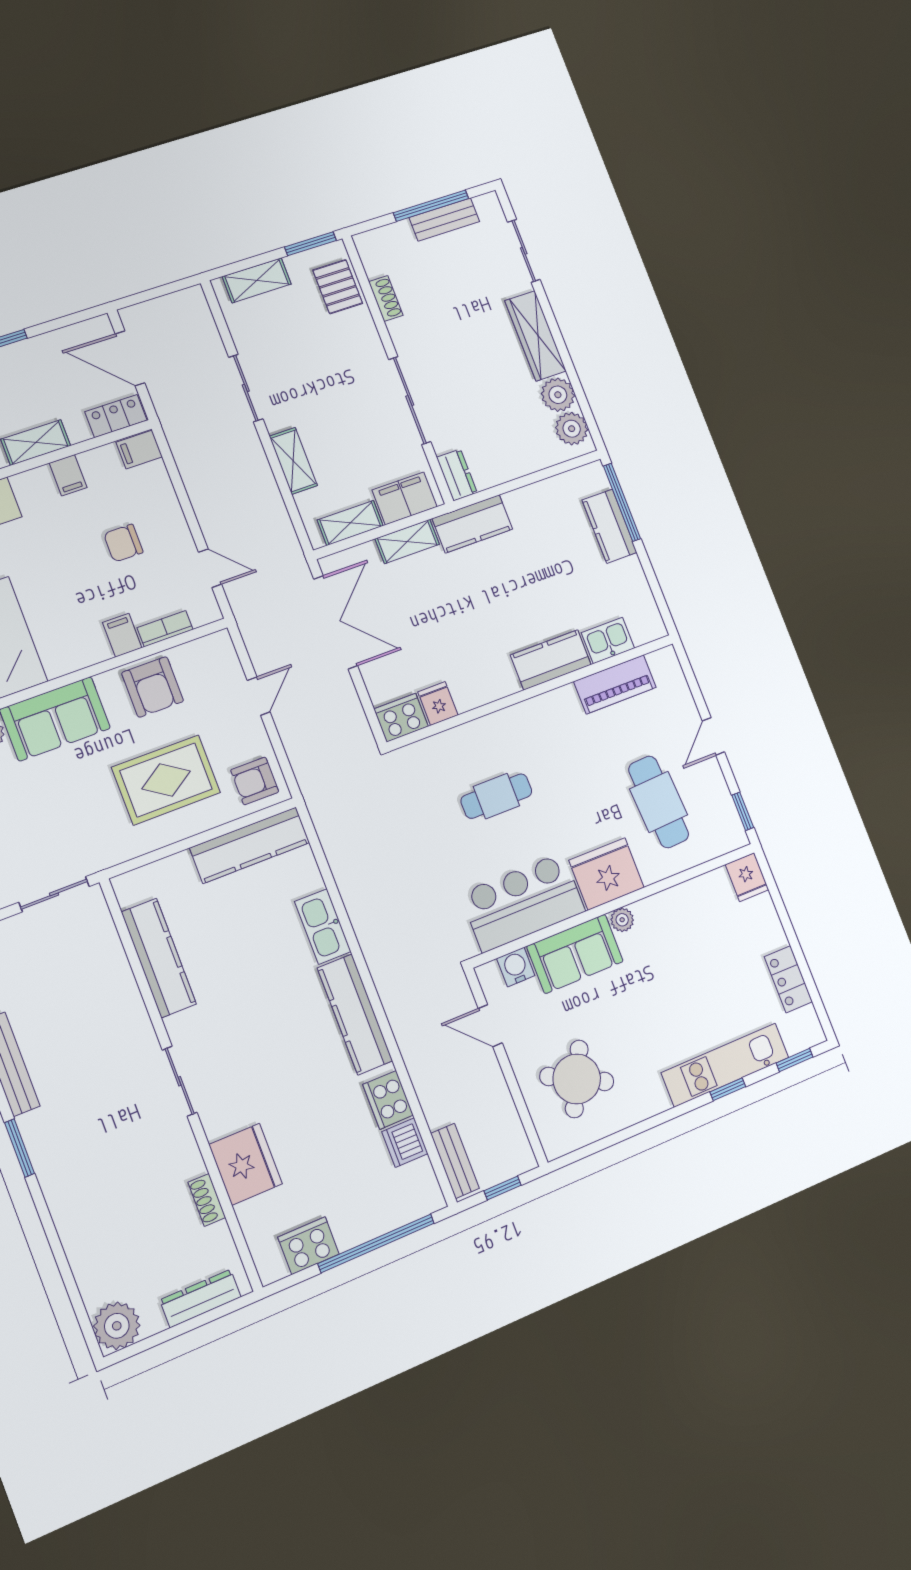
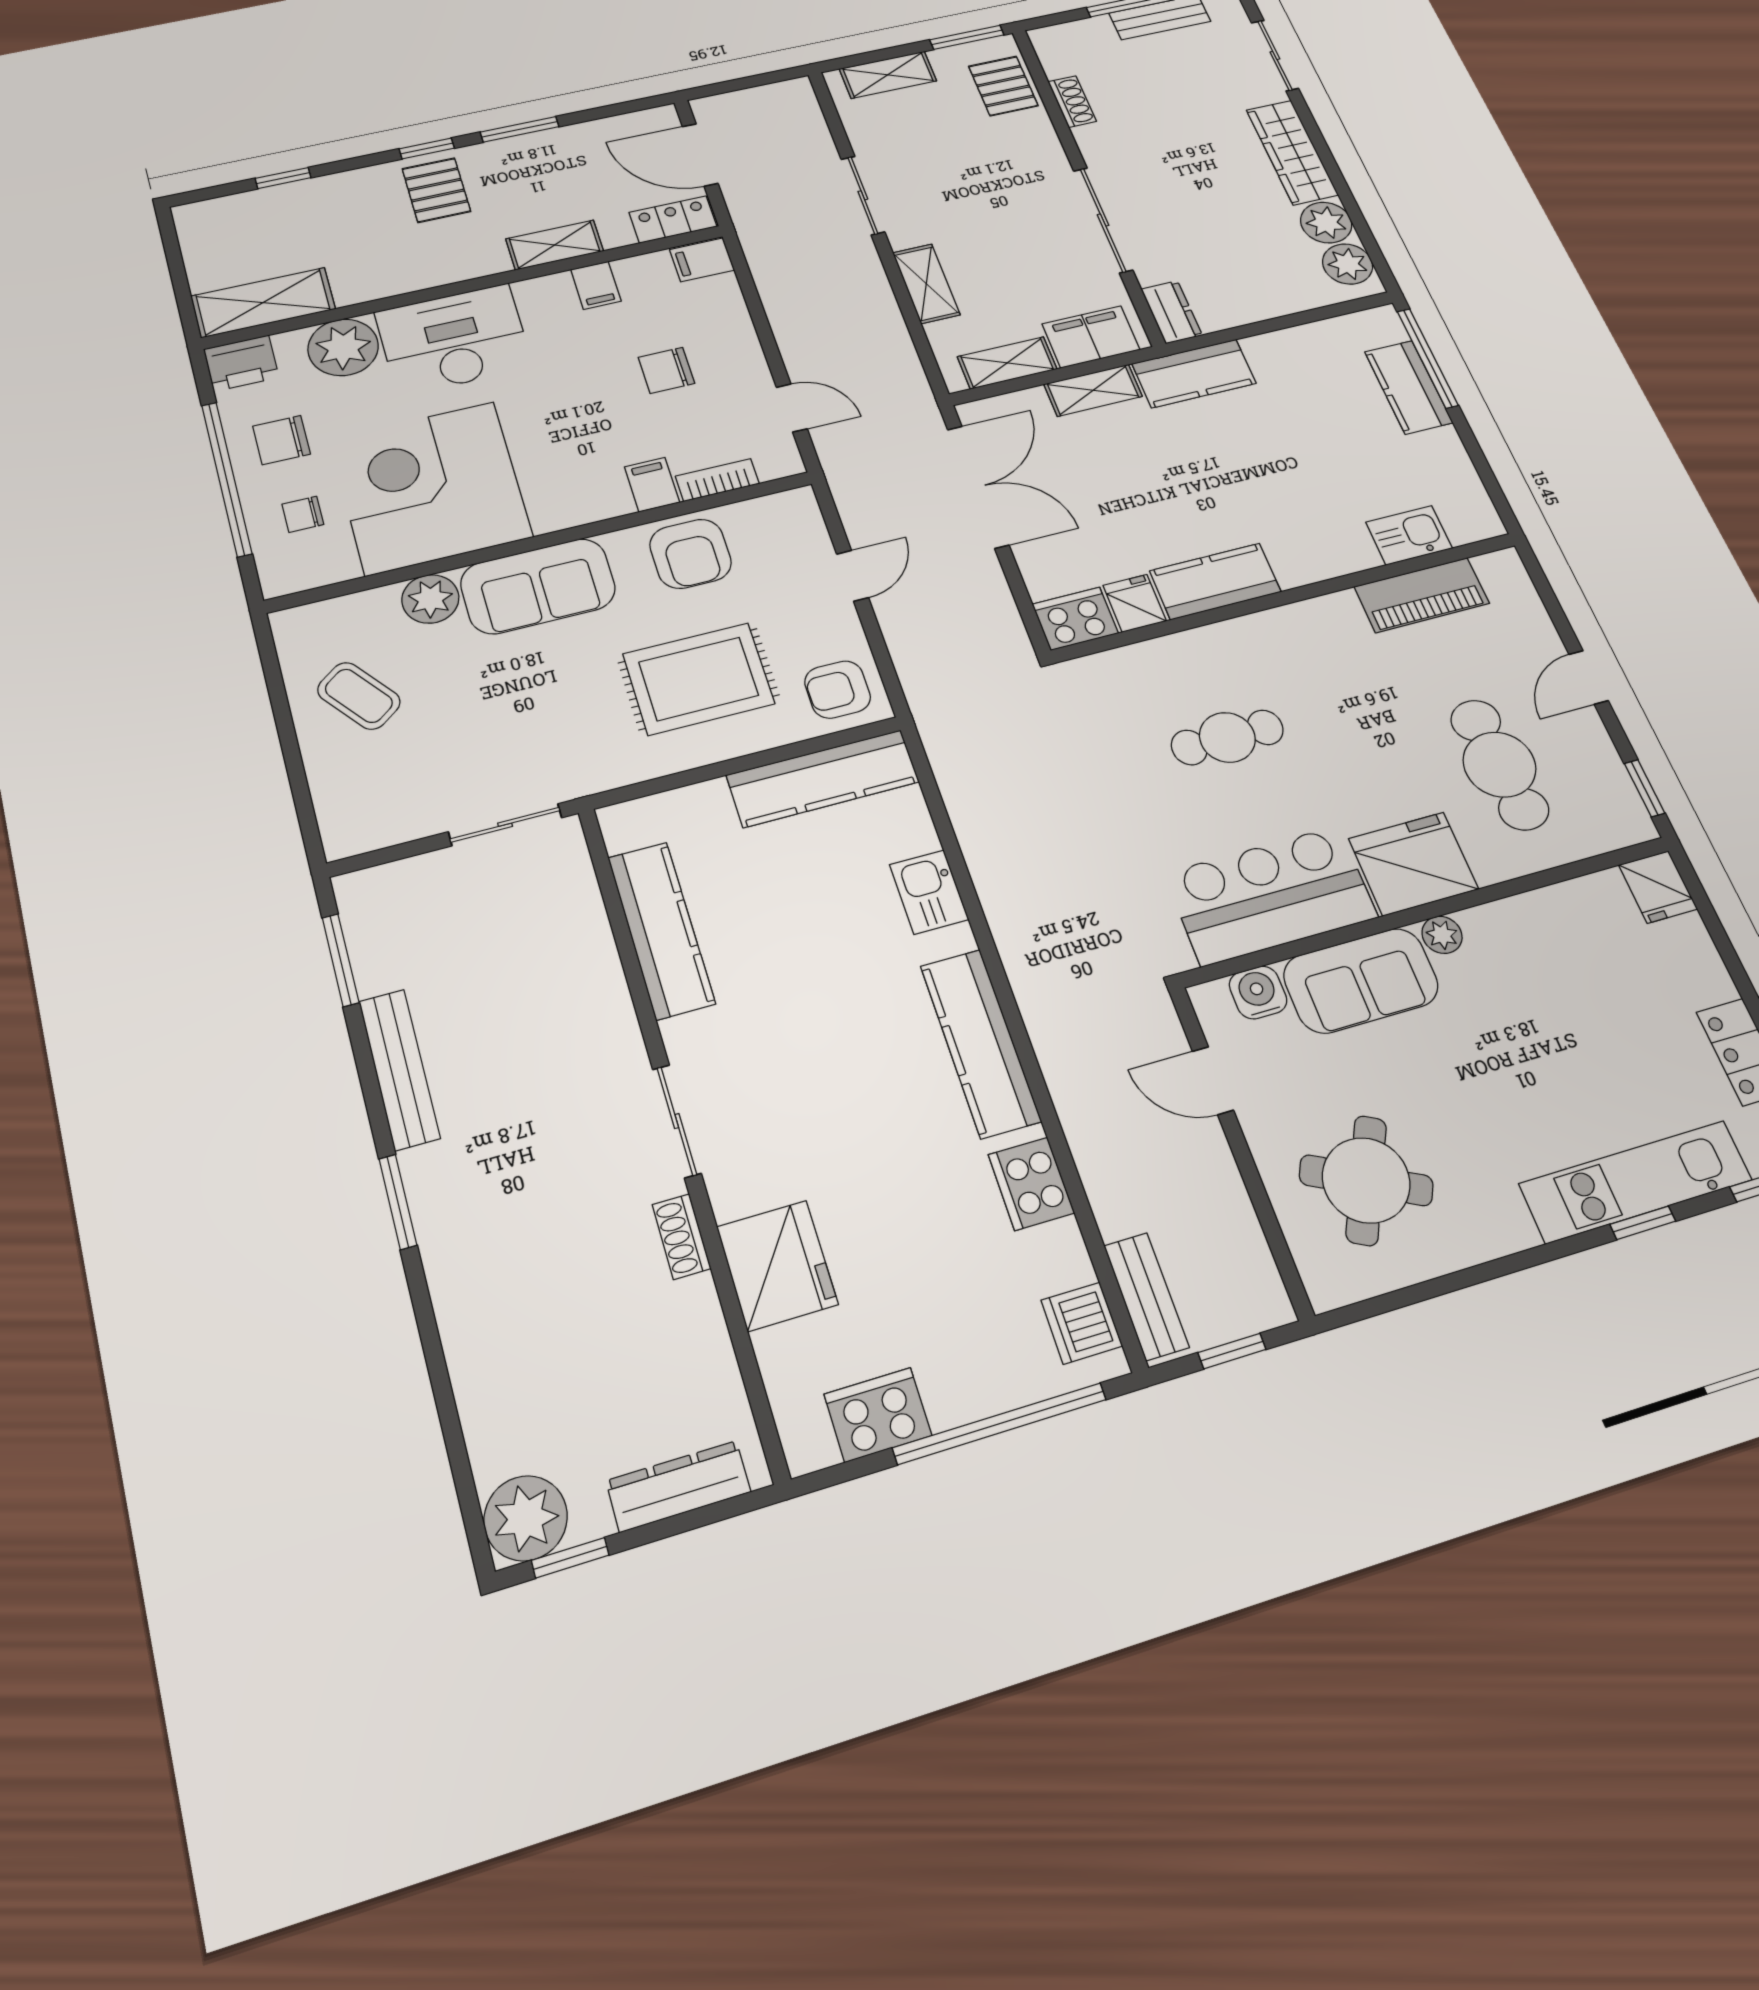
kitchen counter: (551, 660) -> (1215, 581), moved
kitchen sink: (323, 927) -> (929, 892), width x0.73
dishwasher: (405, 1143) -> (1082, 1323), moved
shoe rack: (207, 1200) -> (681, 1237), moved
window: (144, 1345) -> (570, 1558), added

